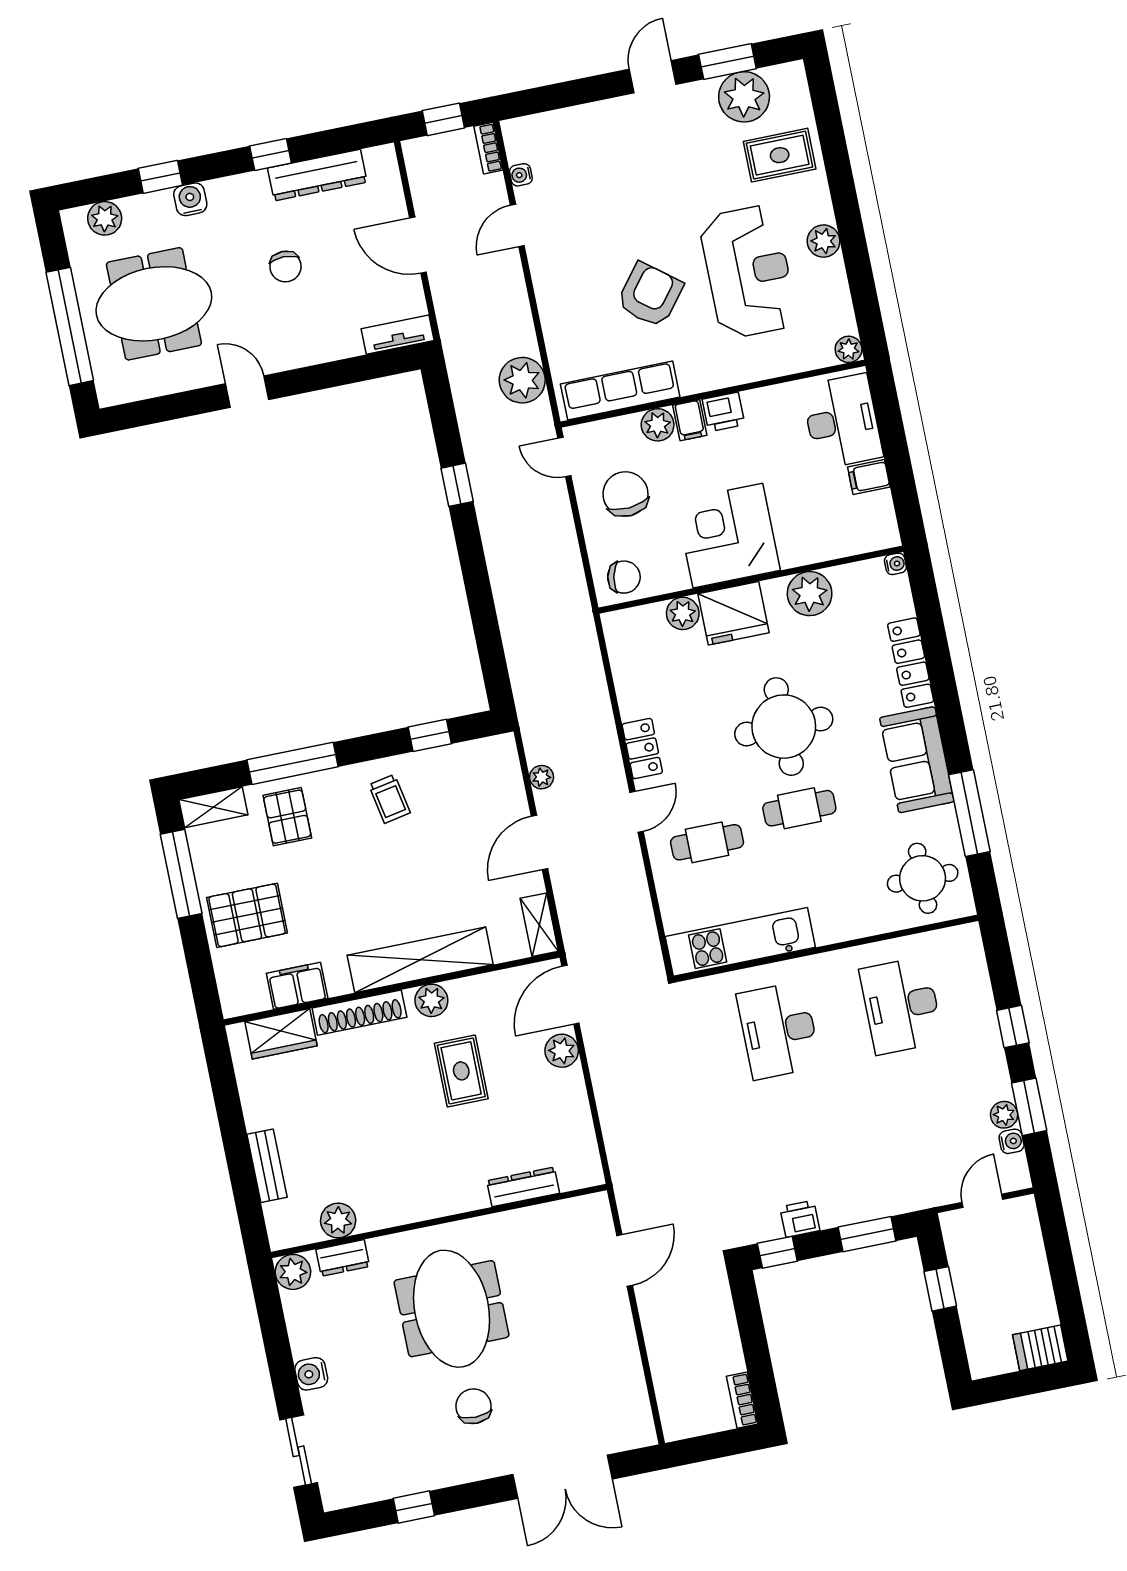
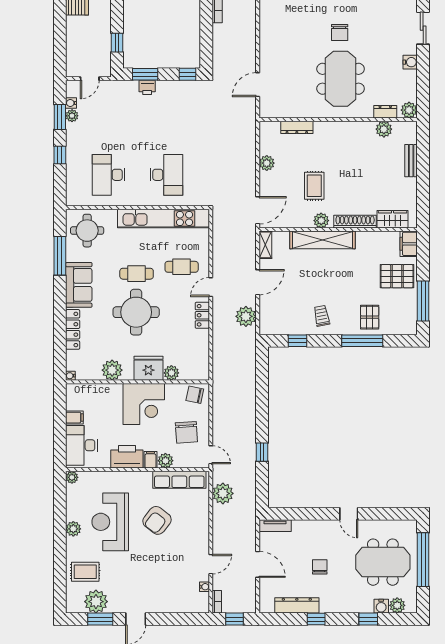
water cooler: (190, 199) -> (381, 606), moved
printer: (723, 412) -> (127, 457), width x1.87, depth x1.48
plant: (542, 777) -> (246, 316), width x1.88, depth x1.88
shelving: (213, 807) -> (402, 328), removed
kitchen unit: (740, 942) -> (163, 218), width x1.36
filing cabinet: (297, 986) -> (409, 244), moved, turned 90
desk: (901, 1006) -> (109, 175), turned 180
plant: (562, 1051) -> (267, 163), moved
printer: (800, 1219) -> (147, 87), moved

